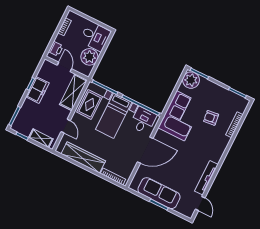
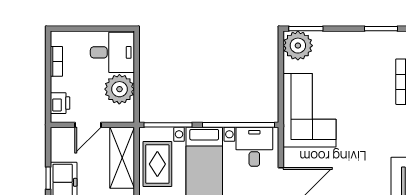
door: (64, 67) -> (88, 125), swing flipped
armchair: (211, 118) -> (359, 89), removed

